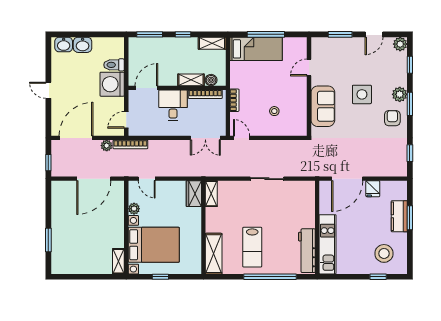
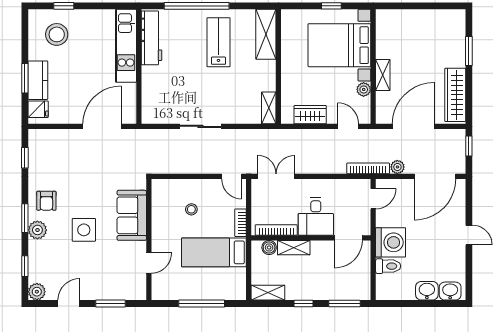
bed: (256, 49) -> (214, 252), moved
fridge: (373, 189) -> (38, 109), moved, turned 90
wardrobe: (194, 194) -> (310, 115), moved, turned -90
wardrobe: (60, 204) -> (455, 95), added
shelving: (118, 261) -> (383, 75), moved

